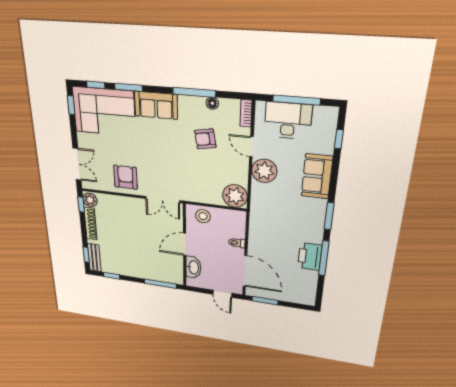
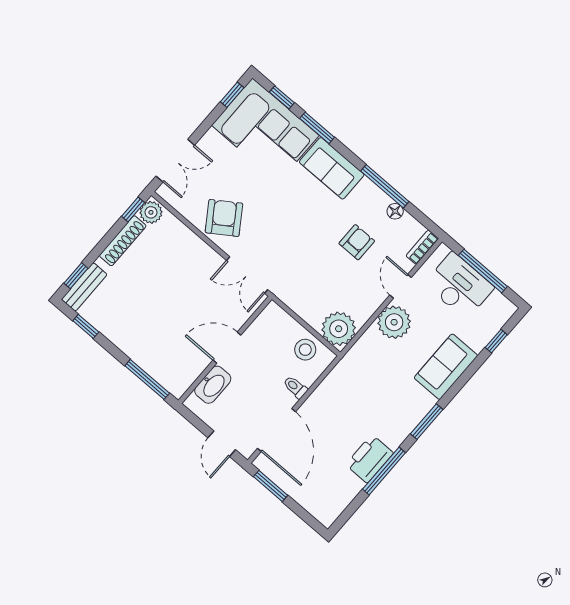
armchair: (205, 139) -> (357, 242), turned 100
armchair: (126, 177) -> (224, 218), turned -34
stool: (203, 216) -> (305, 350), moved

